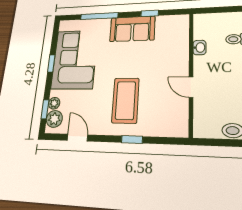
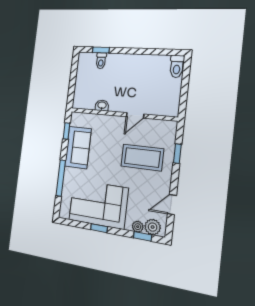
washbasin: (199, 48) -> (102, 105), moved
wall: (191, 72) -> (122, 114), moved
door: (191, 87) -> (135, 115), moved

